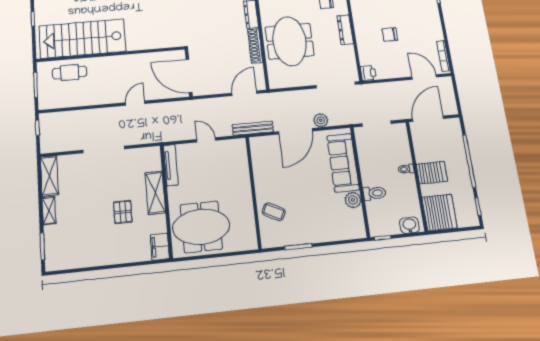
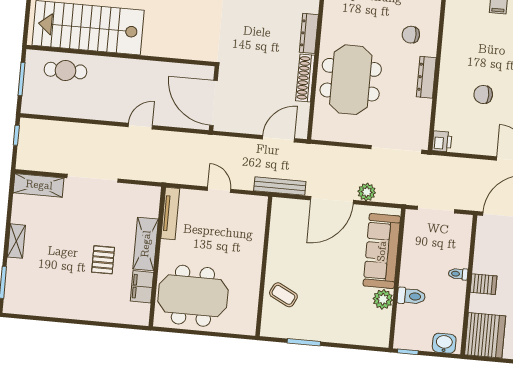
server rack: (432, 173) -> (484, 284), width x0.73, depth x0.70
shelving: (49, 176) -> (39, 185), moved, turned 90
filing cabinet: (160, 247) -> (142, 287), moved

